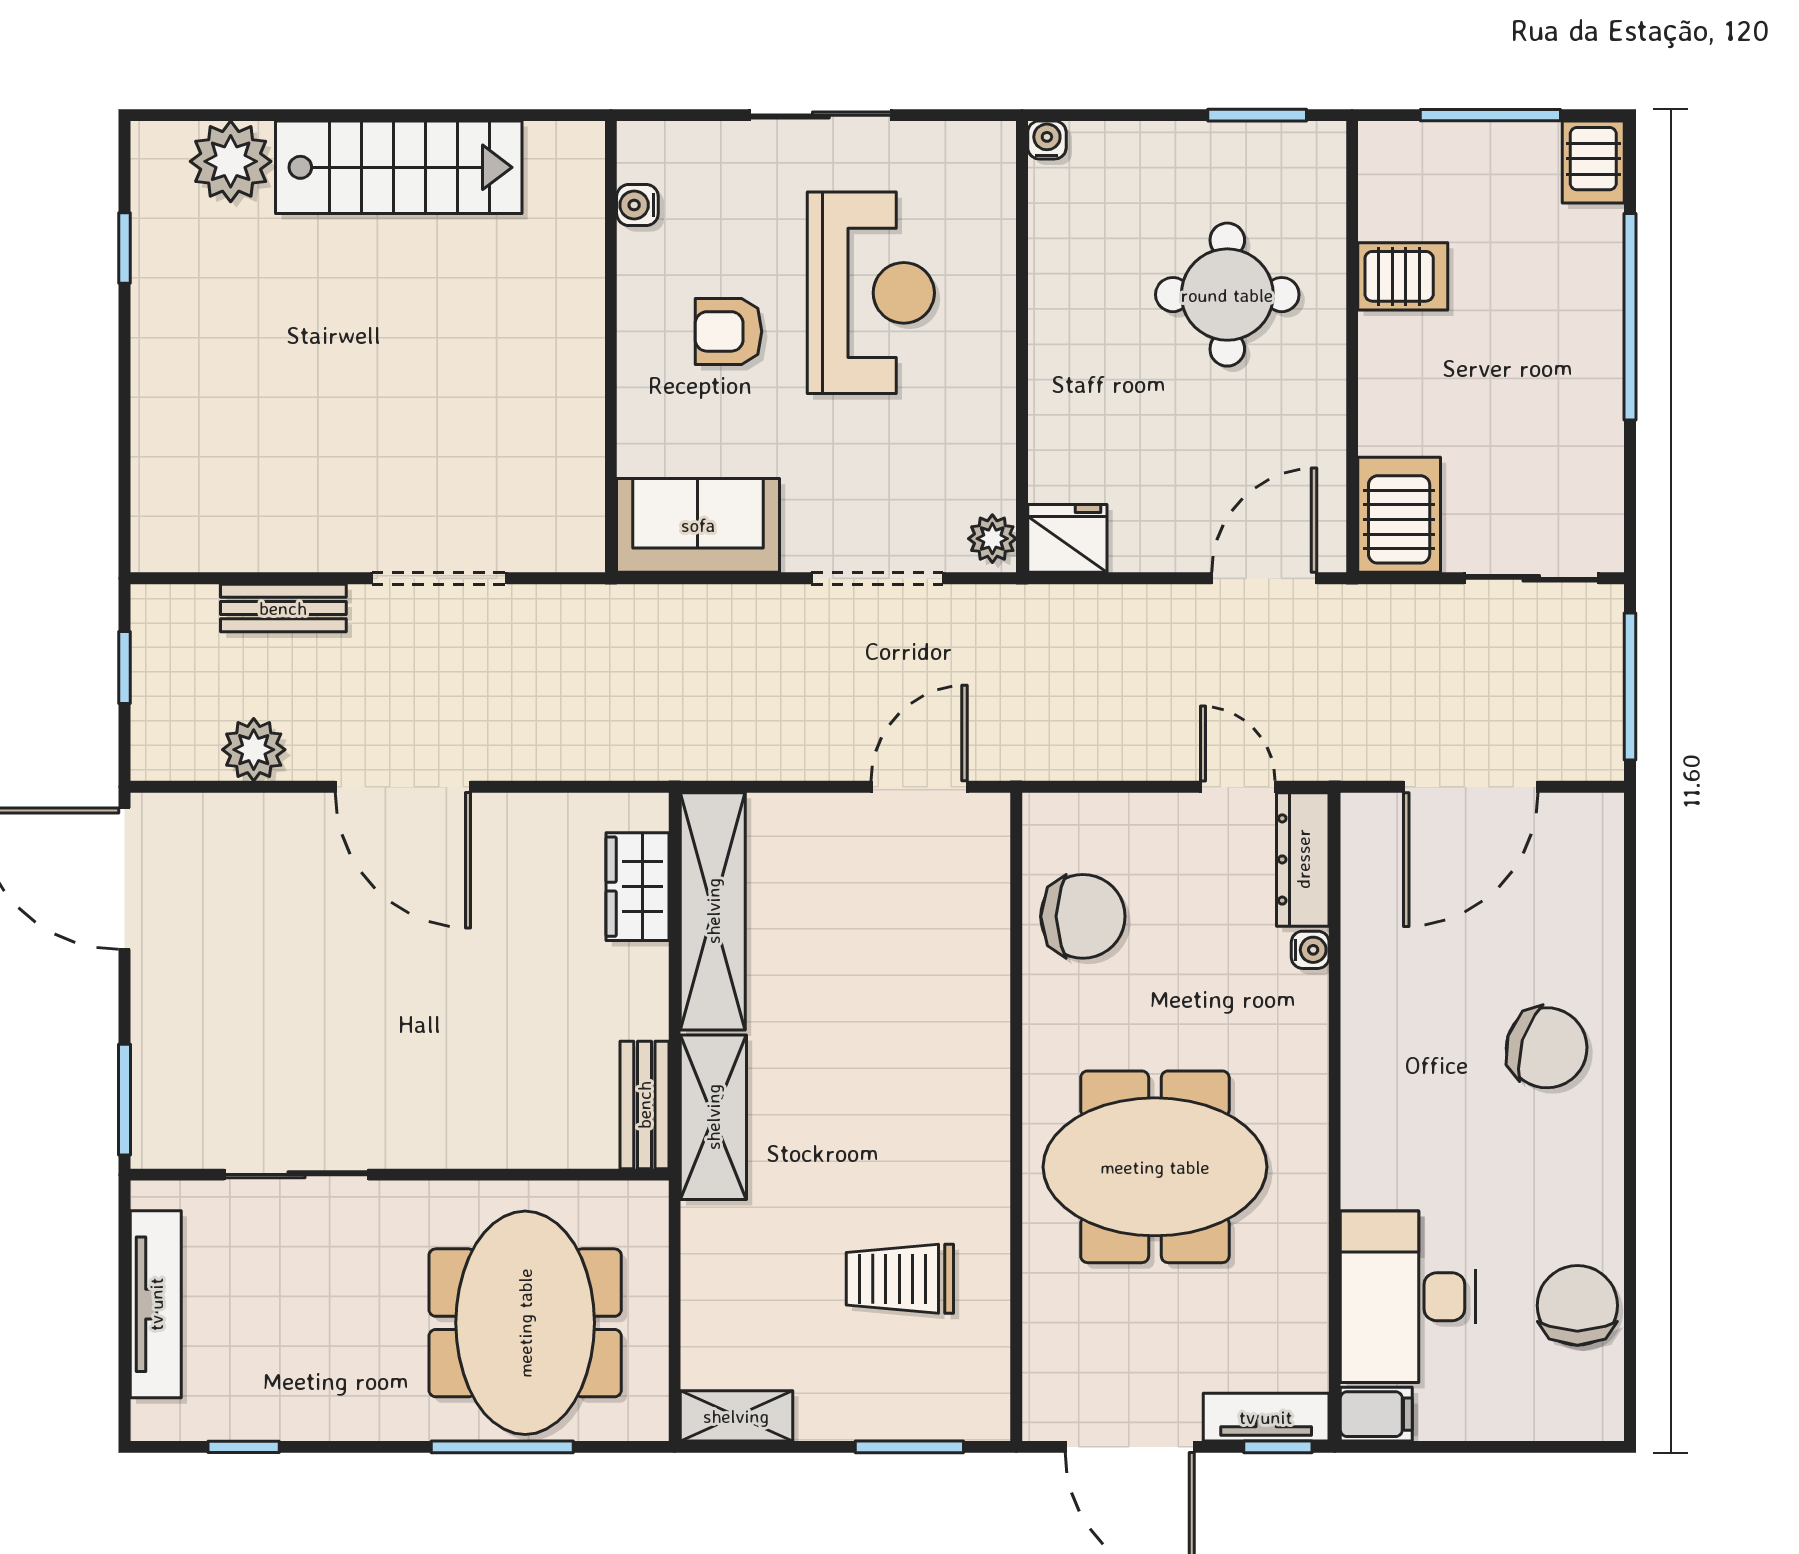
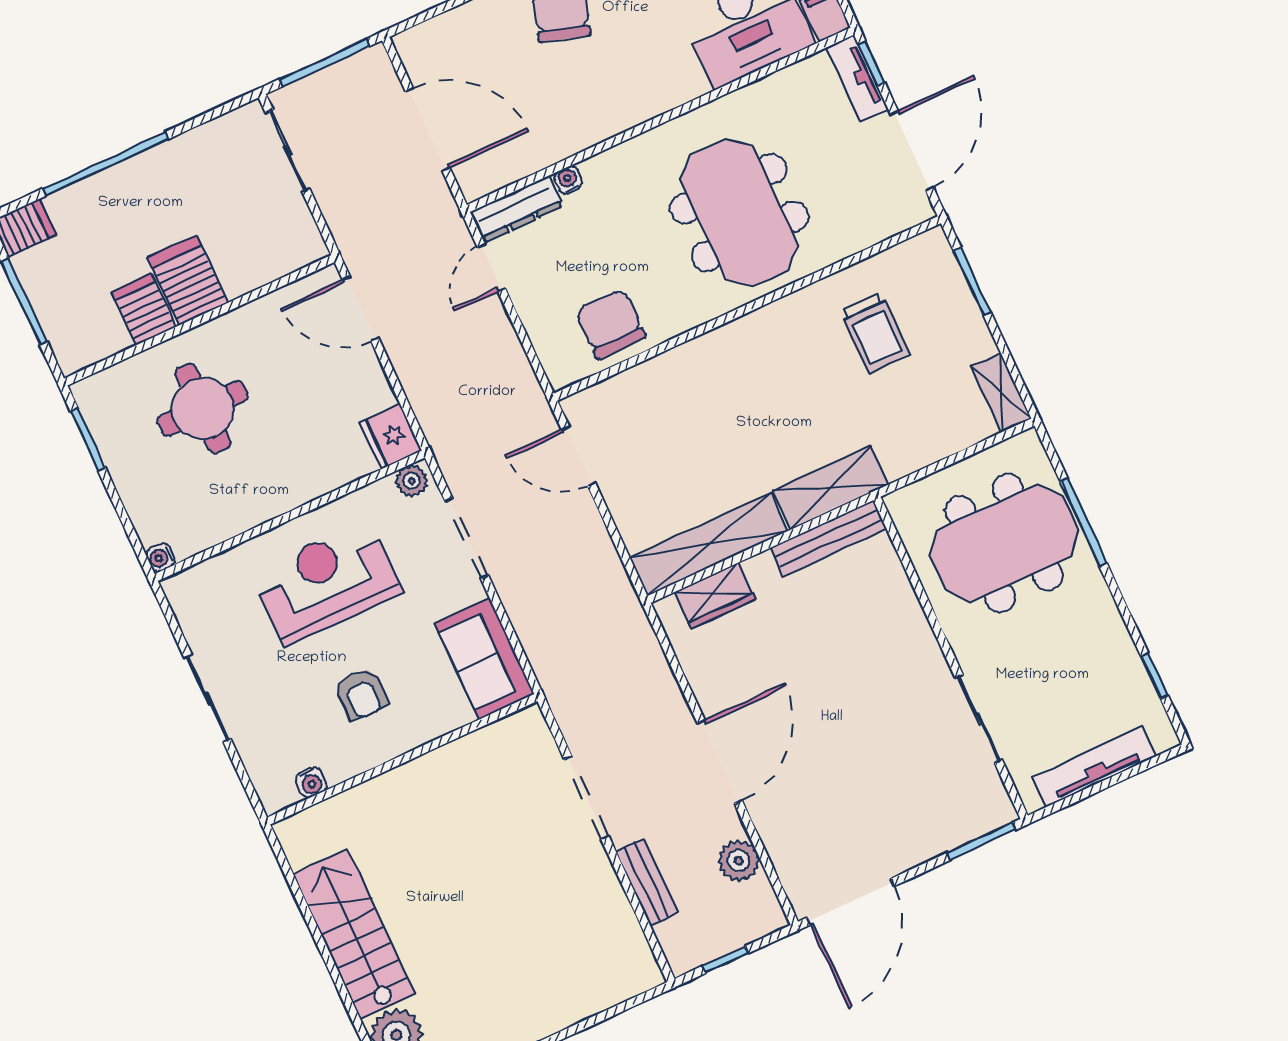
reception desk: (871, 293) -> (326, 582), moved
server rack: (1399, 515) -> (188, 280), moved, turned 90
bench: (644, 1105) -> (829, 538), width x1.36

